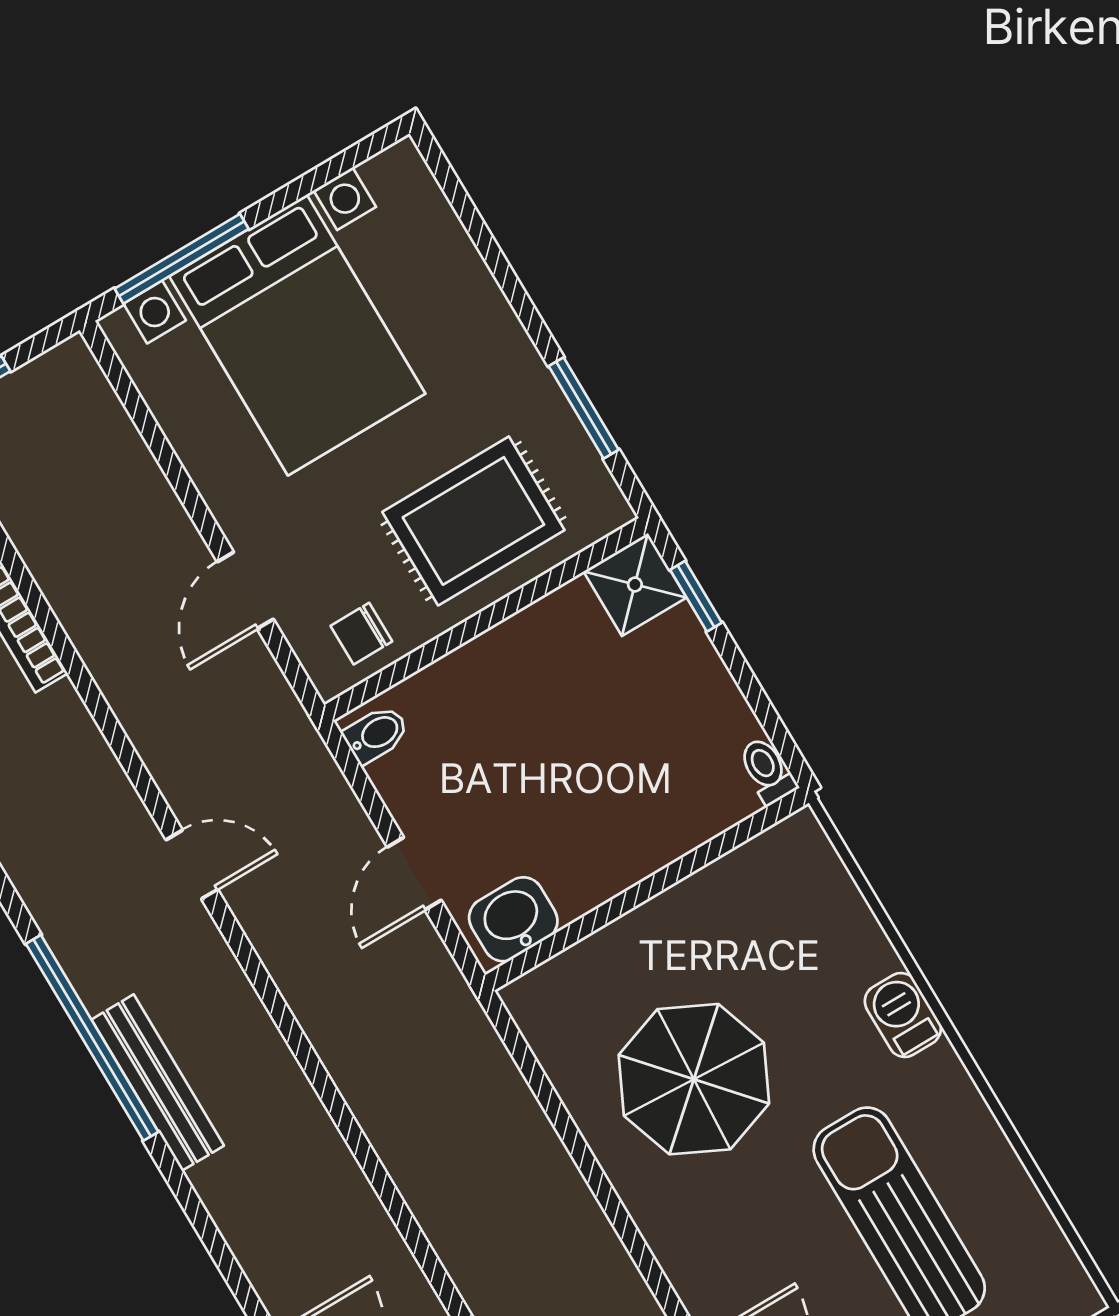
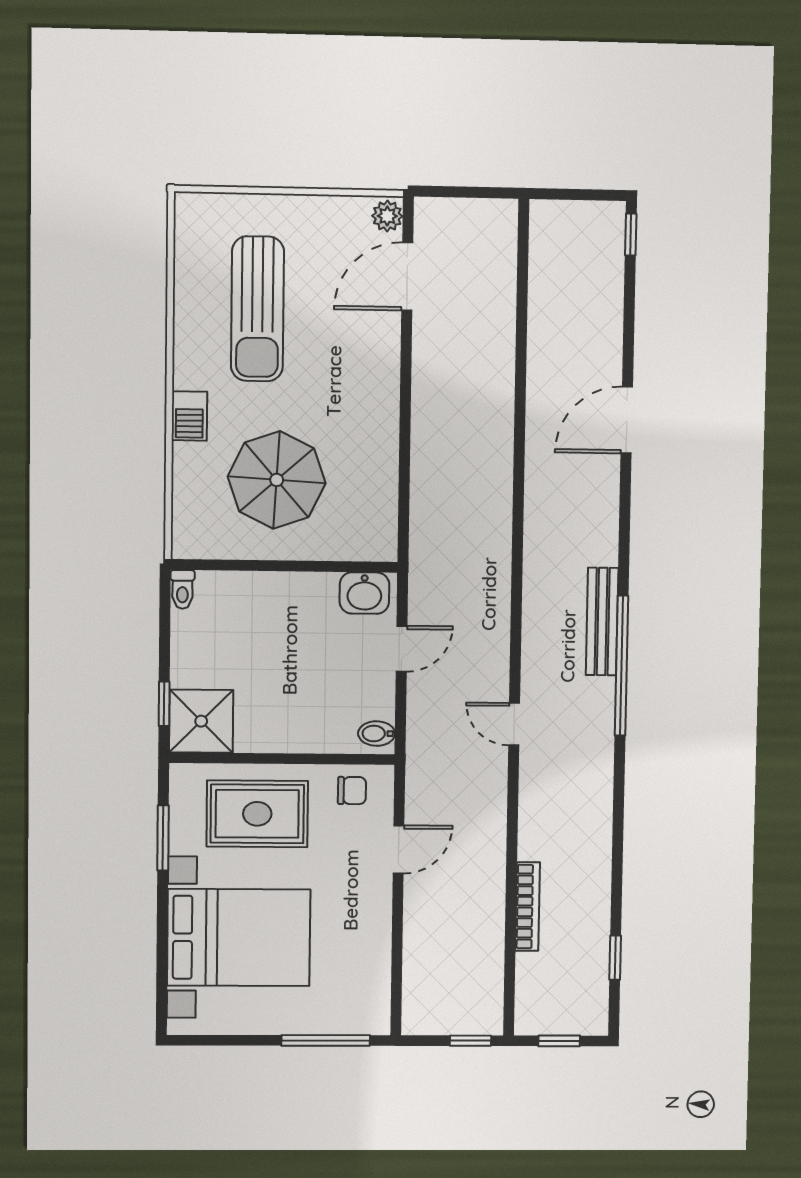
bed with nightstands: (297, 335) -> (239, 937), moved, turned 90
shower: (635, 584) -> (201, 721), width x1.36, depth x1.36
parasol: (694, 1079) -> (277, 480), moved

